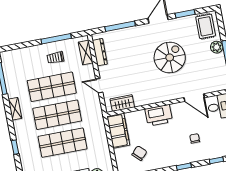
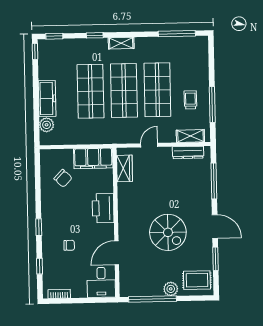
shelving: (15, 109) -> (121, 43), moved

